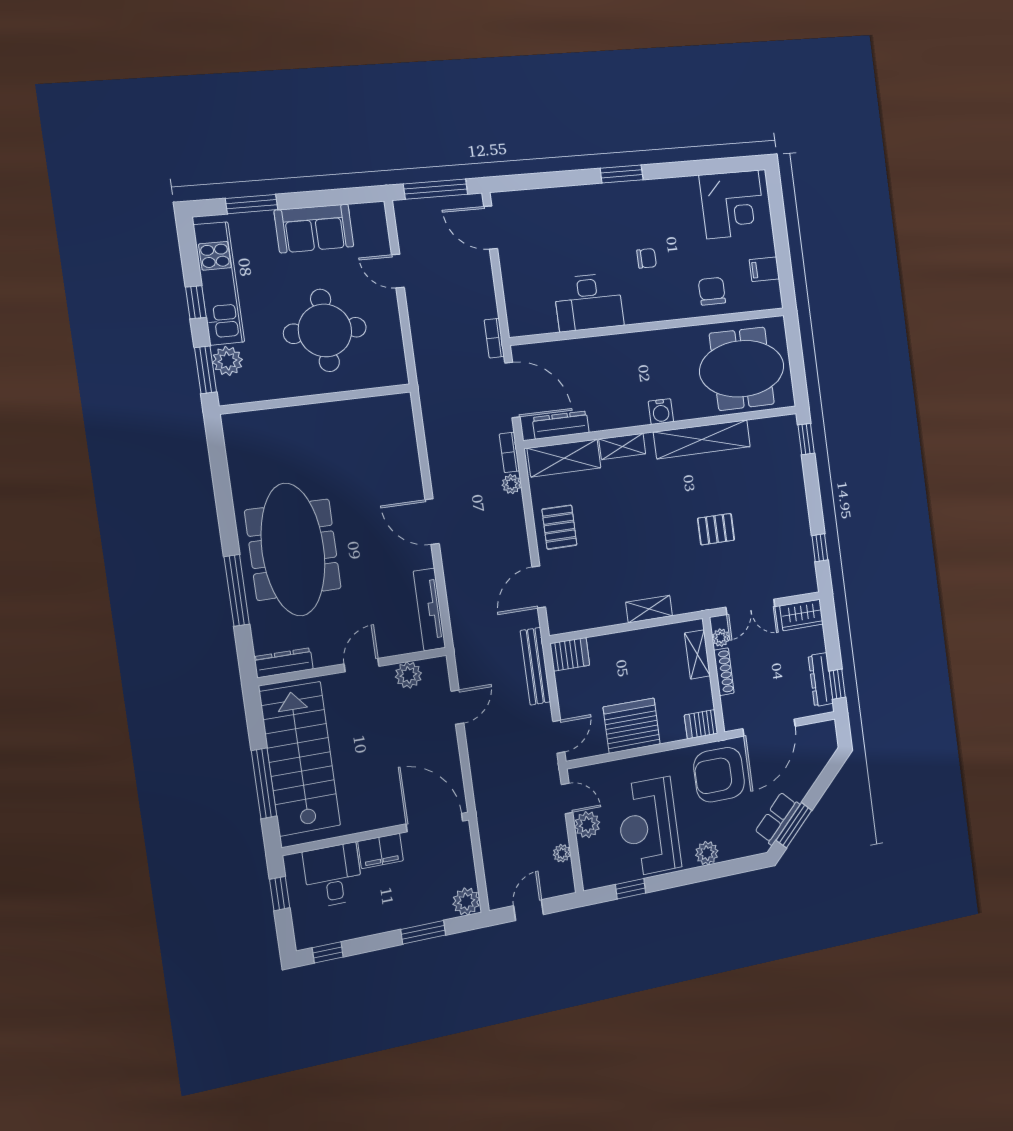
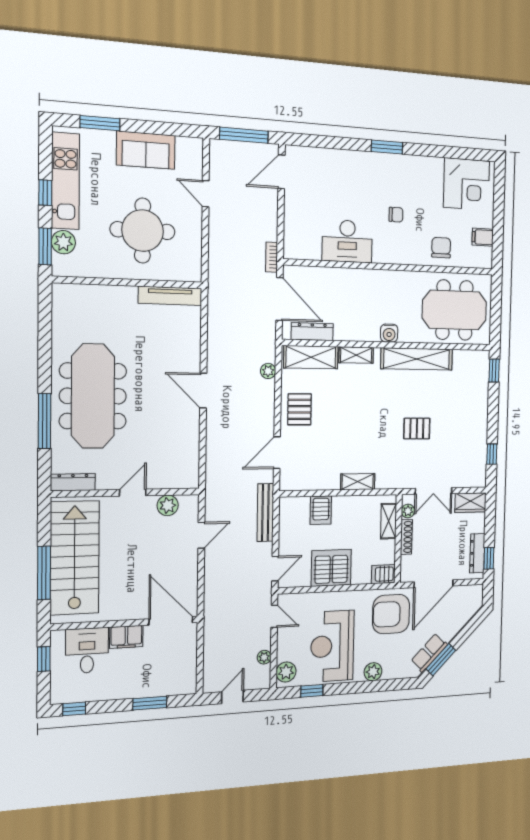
door: (491, 228) -> (281, 172), hinge flipped
bookcase: (509, 452) -> (270, 347), removed
tv unit: (429, 609) -> (170, 296), moved, turned -90
server rack: (570, 654) -> (321, 510), moved, turned 90
plant: (587, 825) -> (286, 672), moved
plant: (466, 901) -> (186, 684), removed

